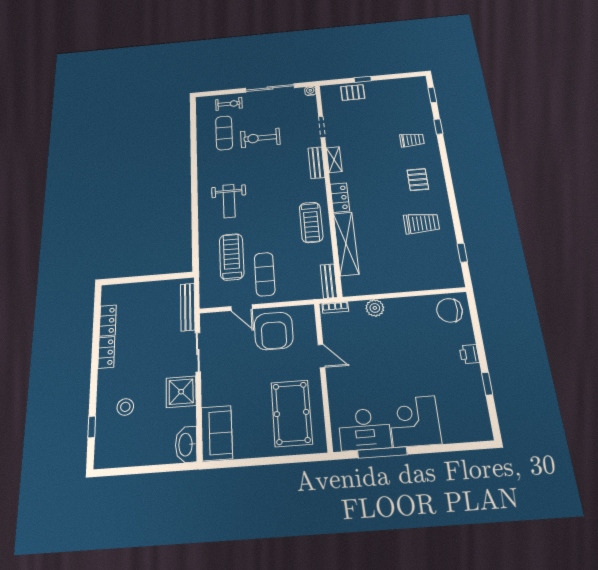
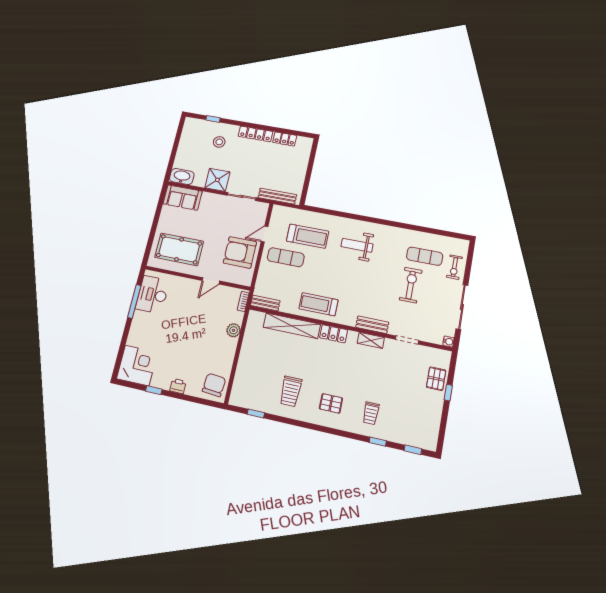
locker: (106, 352) -> (255, 134), width x1.53
corner desk: (414, 421) -> (137, 365), moved

